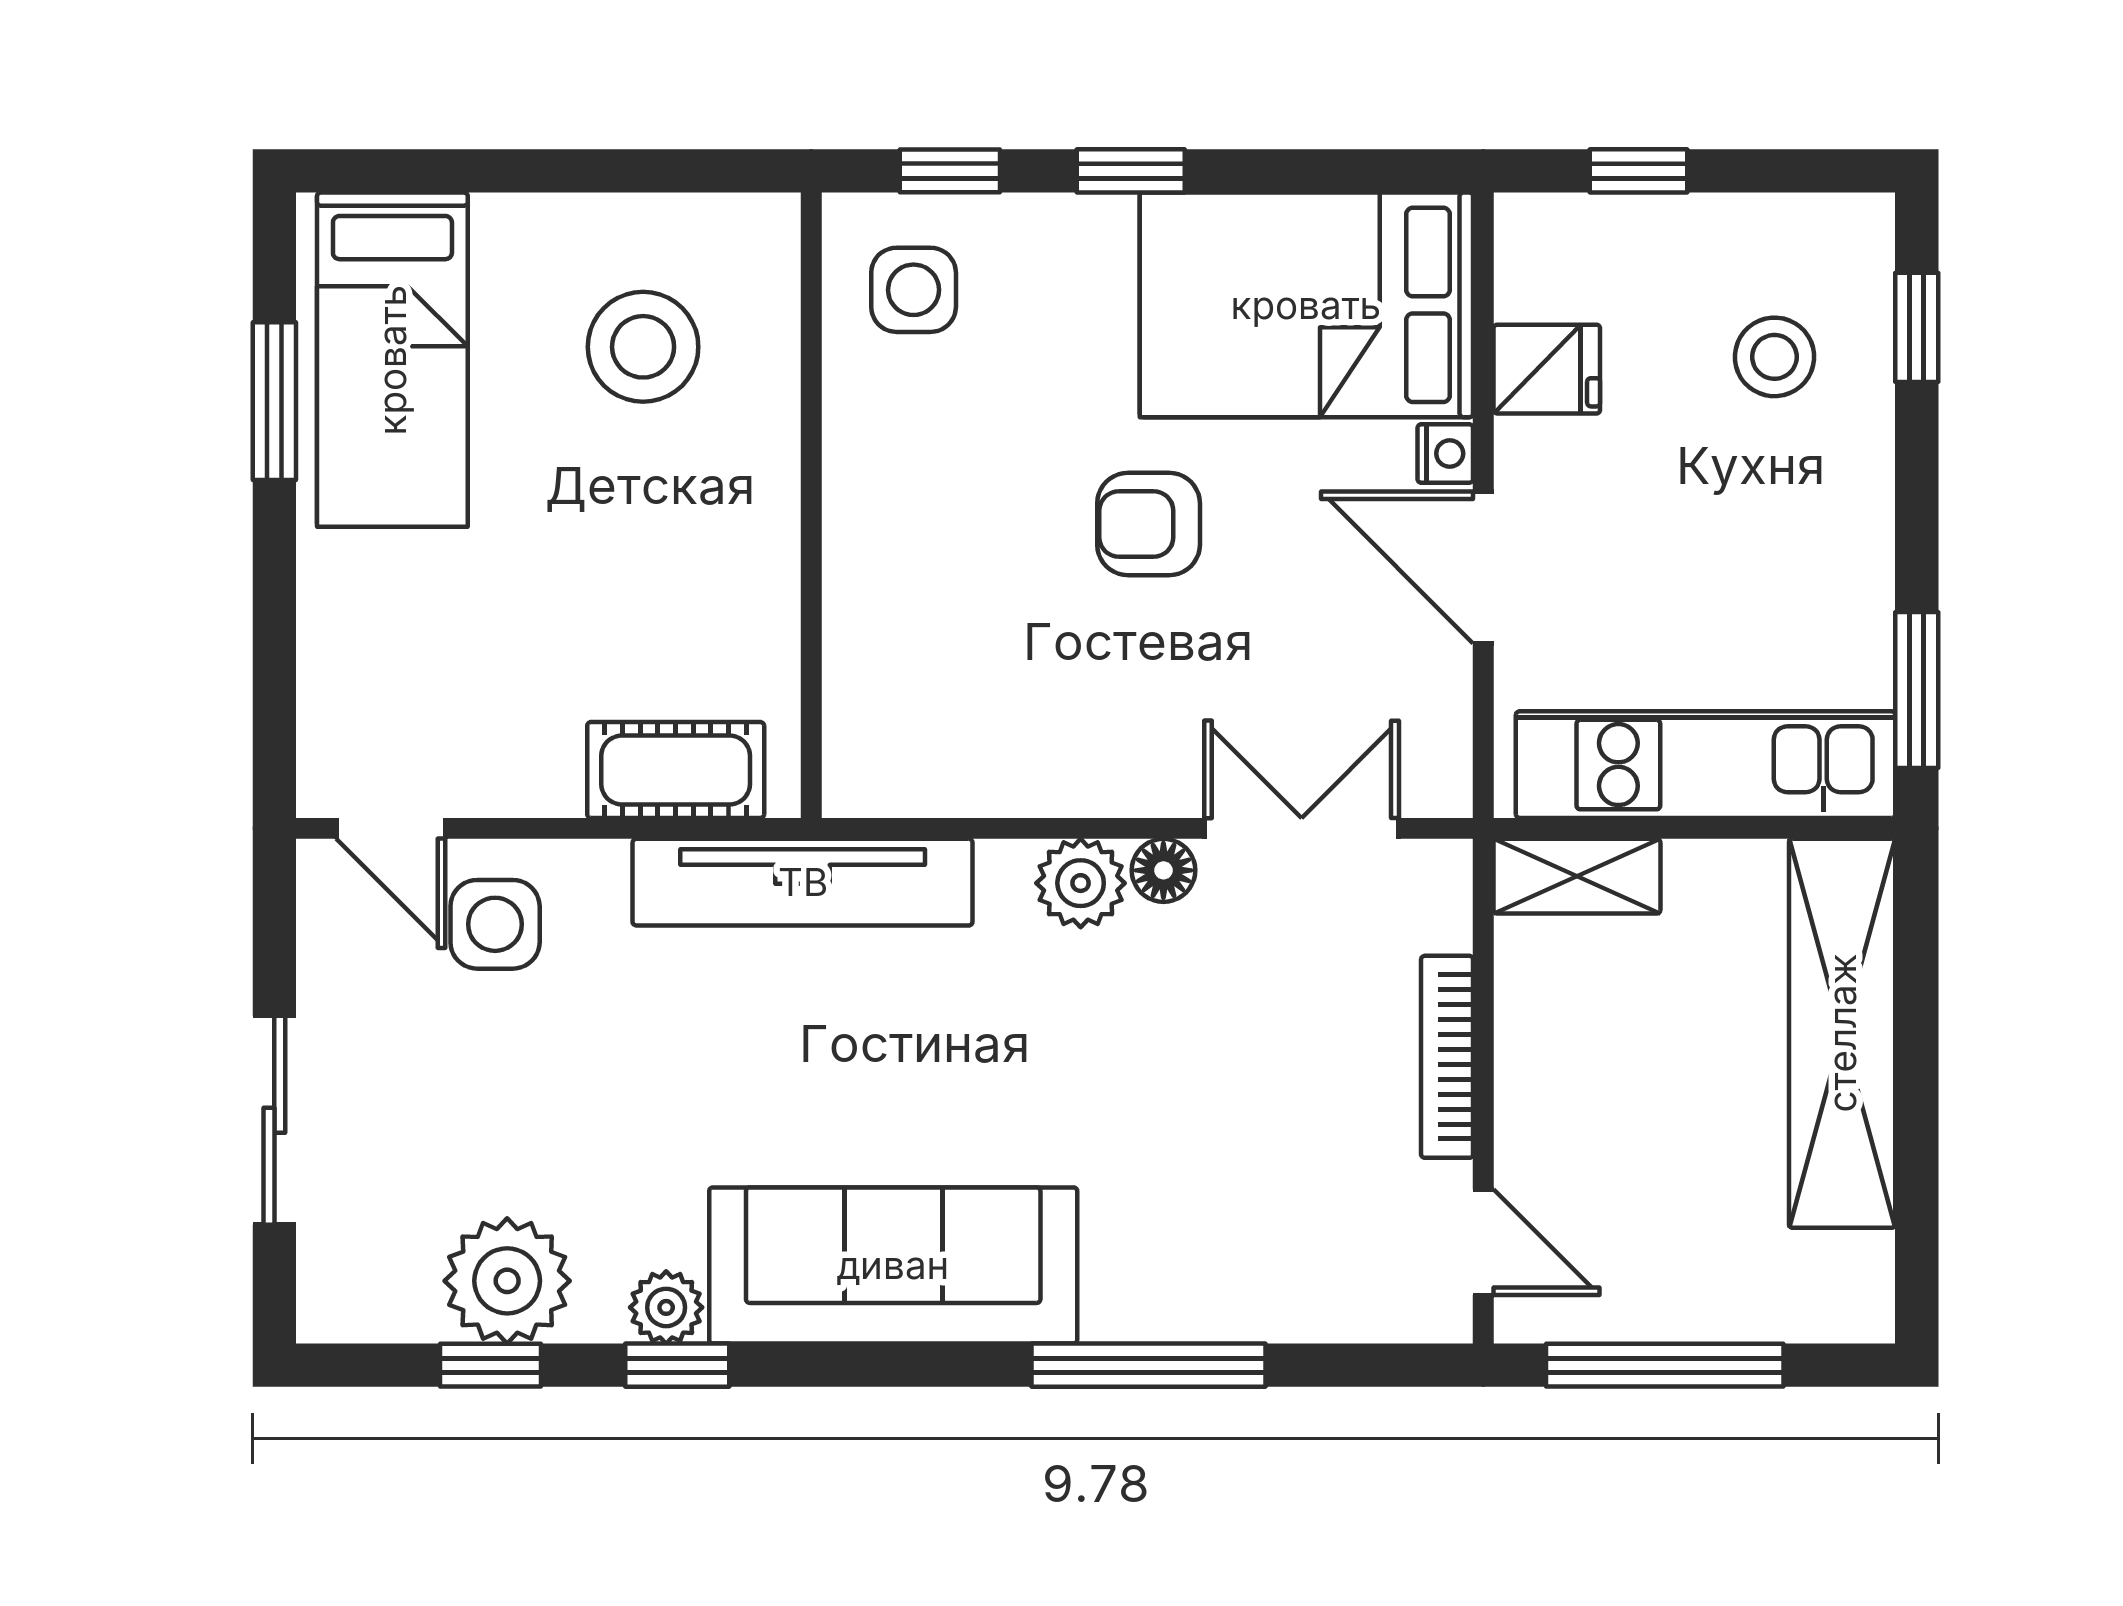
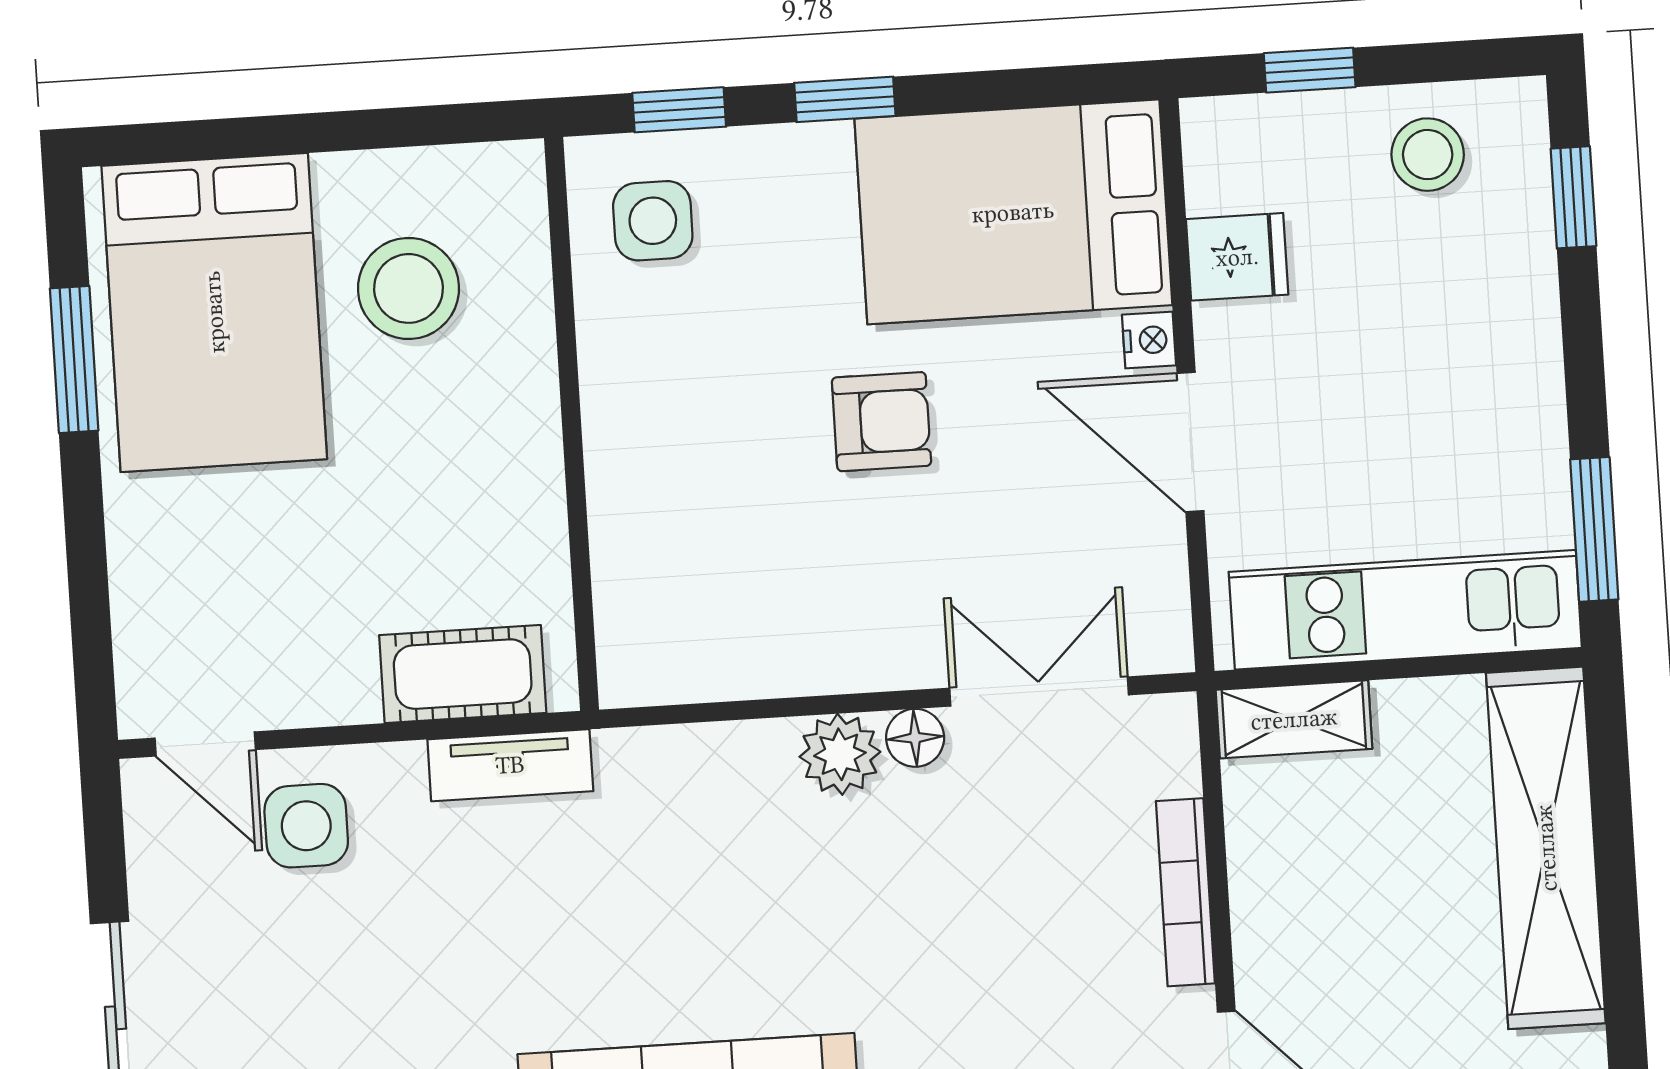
stool: (1774, 357) -> (1428, 155), moved
bed: (392, 360) -> (214, 312), width x1.50
armchair: (1149, 524) -> (881, 422), turned 180
tv unit: (803, 882) -> (510, 765), width x0.52, depth x0.78

